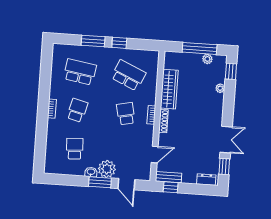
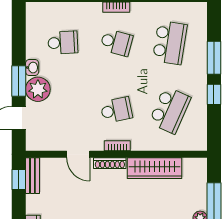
door: (155, 155) -> (78, 154), moved

